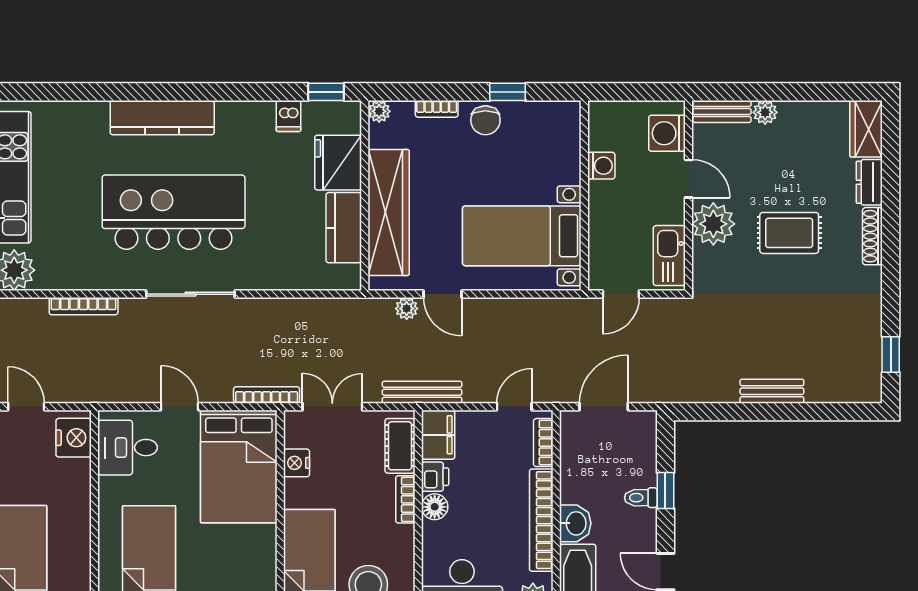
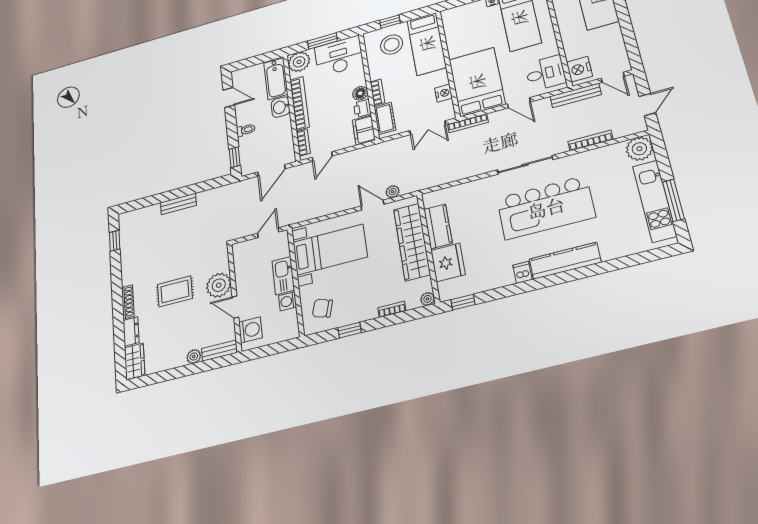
dishwasher: (288, 116) -> (522, 272), moved
chair: (485, 120) -> (322, 308), moved, turned -73
kitchen sink: (669, 256) -> (283, 276), moved, turned 180
bench: (422, 392) -> (576, 95), moved
window: (665, 490) -> (235, 157), moved

